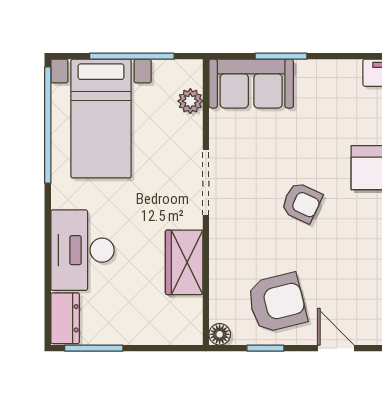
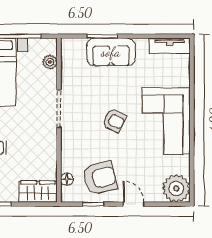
sofa: (251, 84) -> (111, 52), moved
wardrobe: (184, 262) -> (38, 192), moved, turned 90
floor lamp: (220, 334) -> (67, 179), moved

